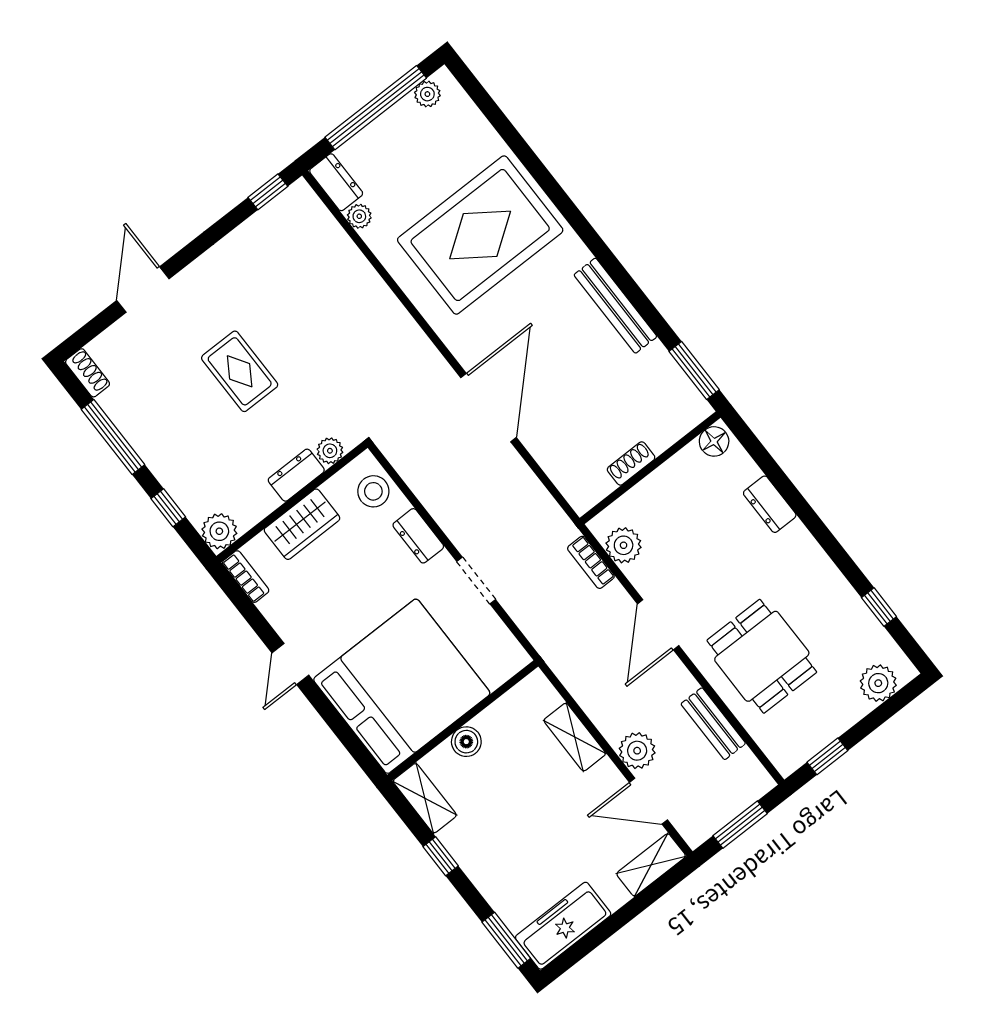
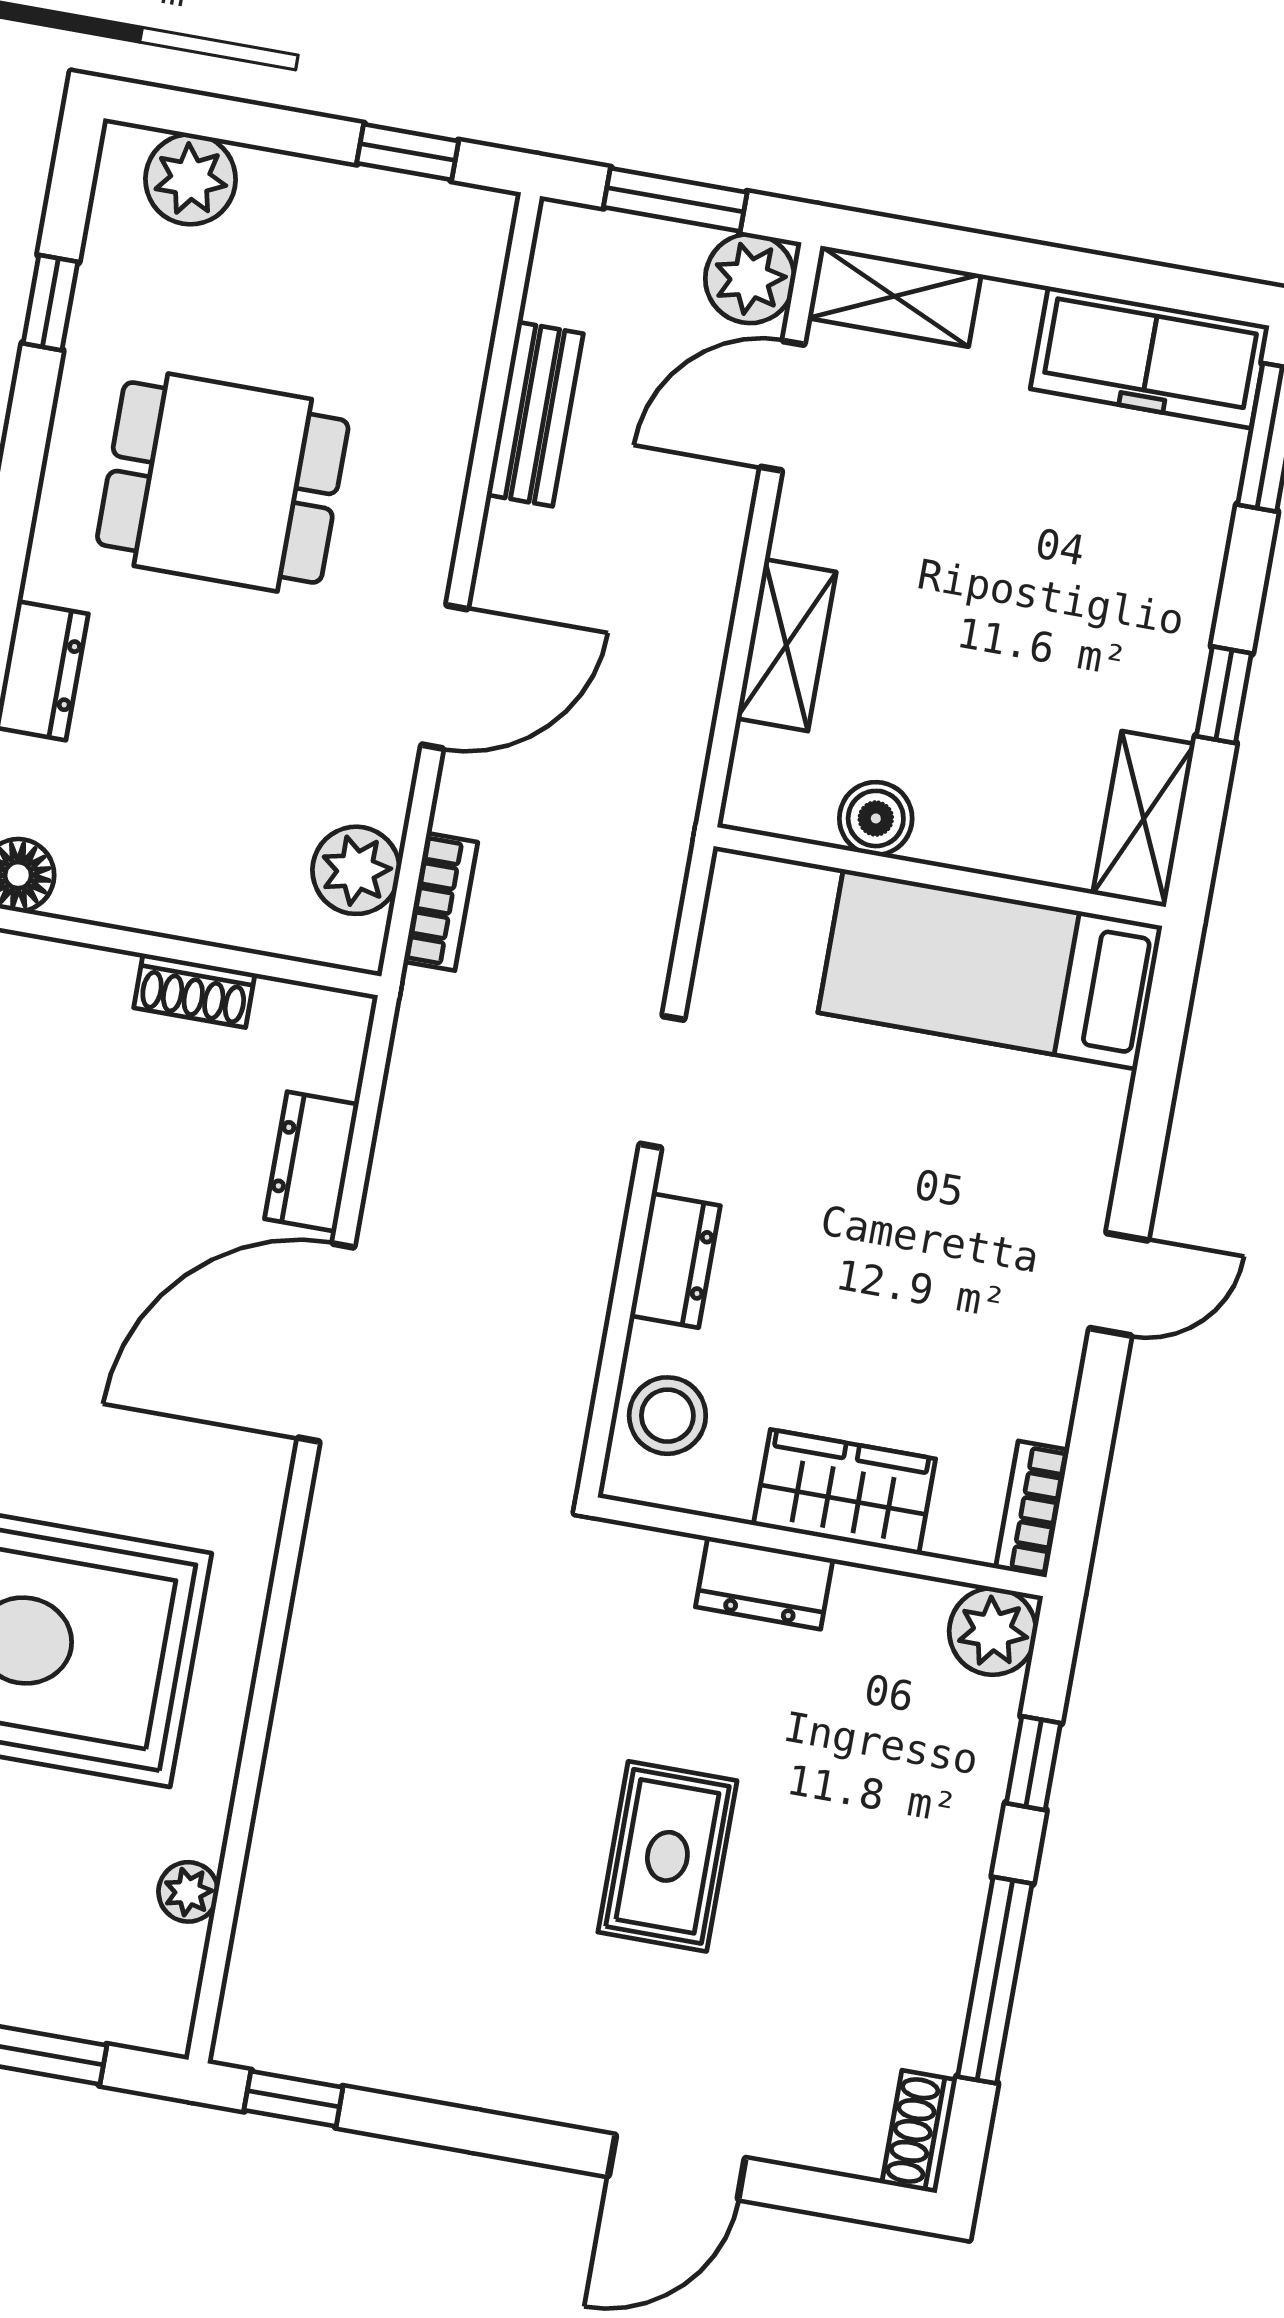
dresser: (336, 182) -> (312, 1162), moved
plant: (330, 451) -> (665, 1561), removed
dining table: (762, 656) -> (223, 482), moved, turned 90
bed: (402, 686) -> (990, 969), width x0.49
boiler: (466, 742) -> (876, 818), moved
plant: (637, 751) -> (750, 279), moved
door: (648, 801) -> (782, 406), swing flipped

